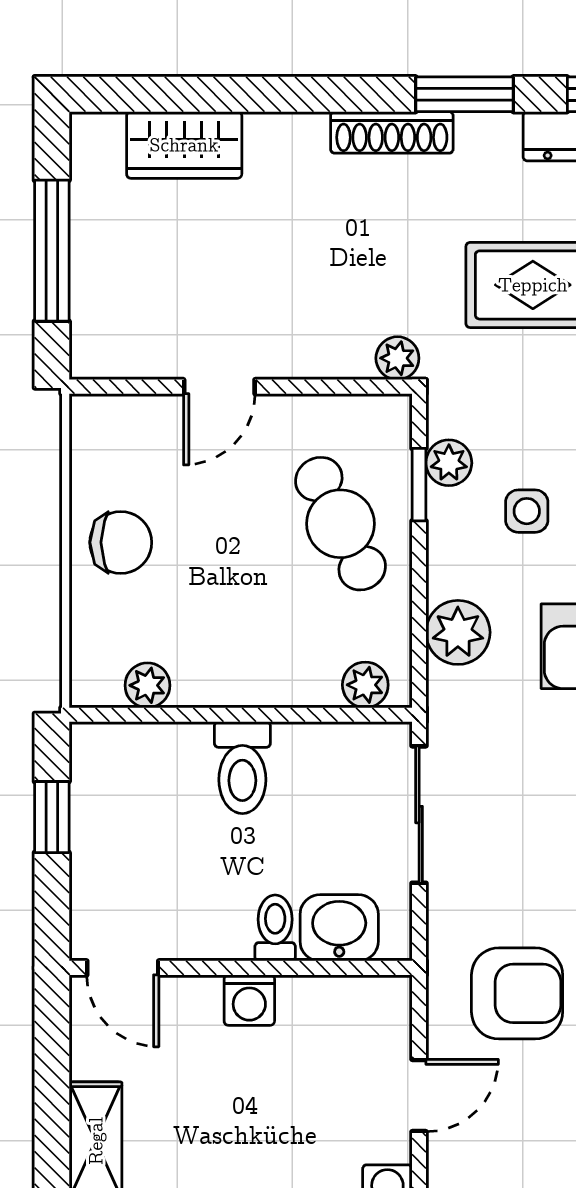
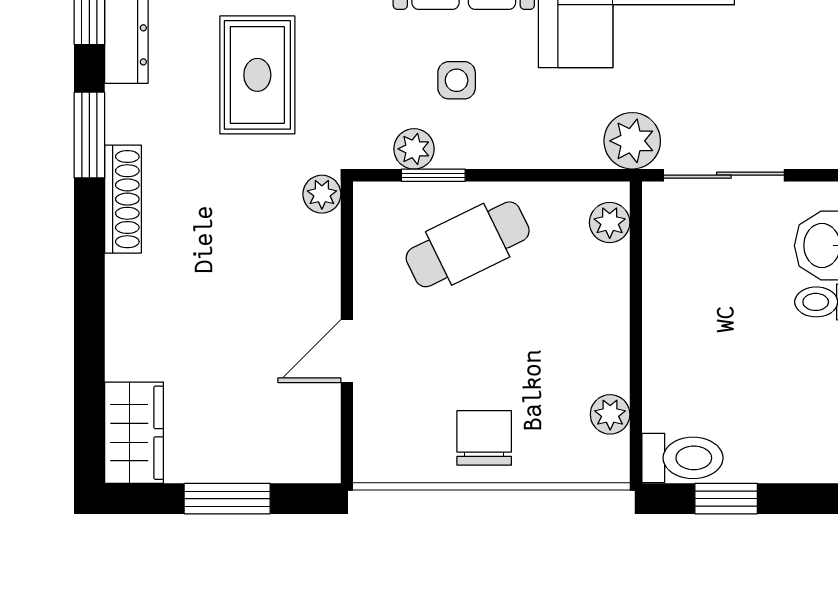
wardrobe: (184, 145) -> (134, 433), moved
window: (52, 251) -> (227, 499), width x0.69
door: (219, 387) -> (347, 351), swing flipped
plant: (458, 632) -> (632, 141), moved
toilet: (242, 768) -> (682, 458), moved

